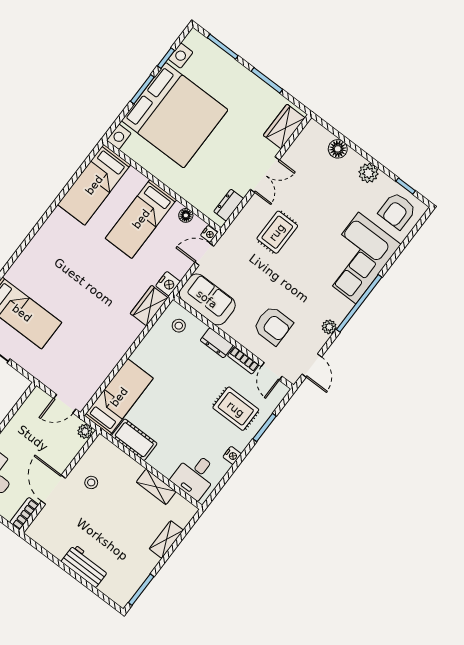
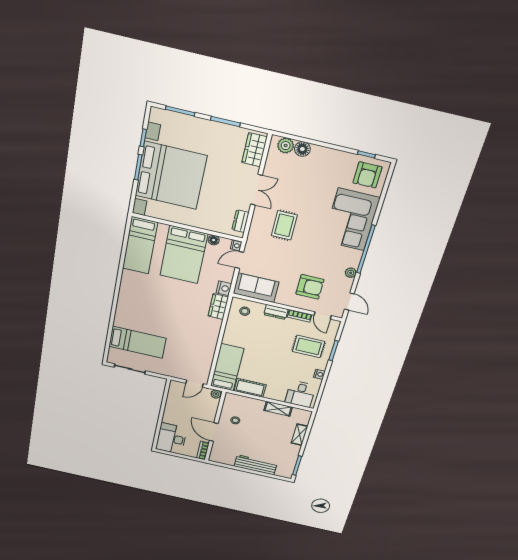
plant: (368, 173) -> (286, 146), moved
bed: (141, 219) -> (184, 255), width x1.50
workbench: (85, 566) -> (256, 465), width x1.38

